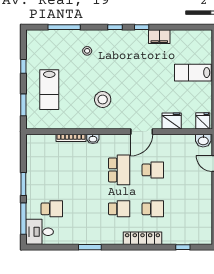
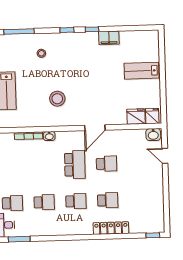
fridge: (172, 121) -> (136, 117), moved
school desk: (85, 209) -> (44, 202), added
locker: (142, 238) -> (111, 228), moved
window: (90, 247) -> (19, 239), moved
window: (183, 247) -> (153, 235), moved

